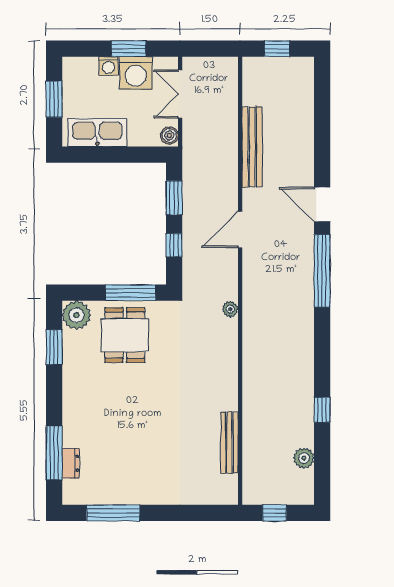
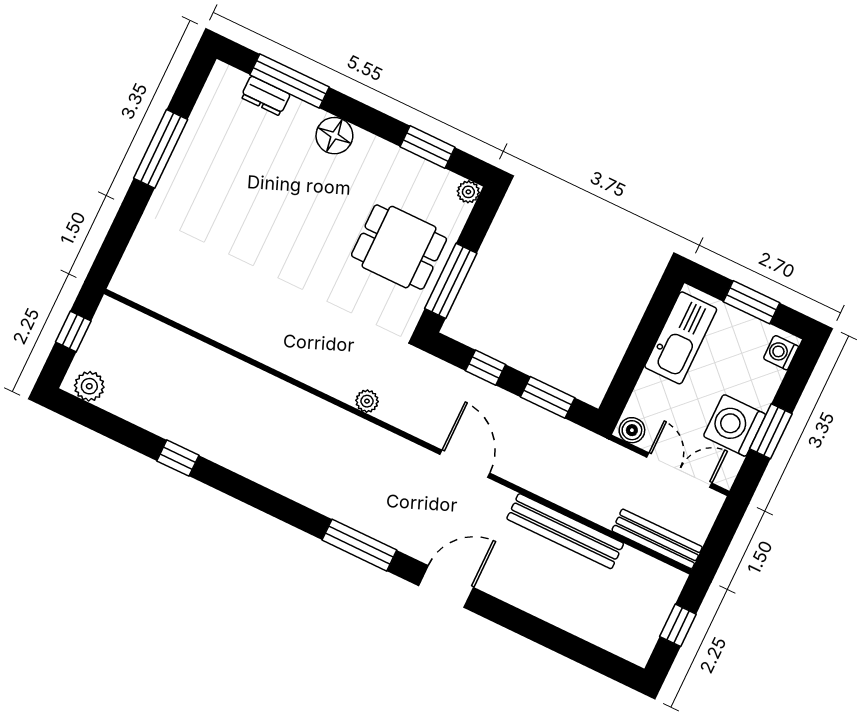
washing machine: (108, 66) -> (781, 353), moved
window: (322, 271) -> (359, 545), width x0.68
plant: (76, 315) -> (468, 192), width x0.53, depth x0.53
floor lamp: (75, 409) -> (334, 136), added
bench: (229, 443) -> (657, 539), moved
plant: (304, 458) -> (89, 386), moved
window: (113, 513) -> (161, 149), moved

